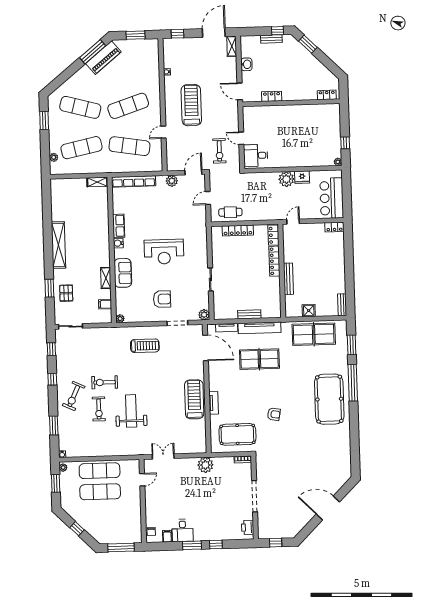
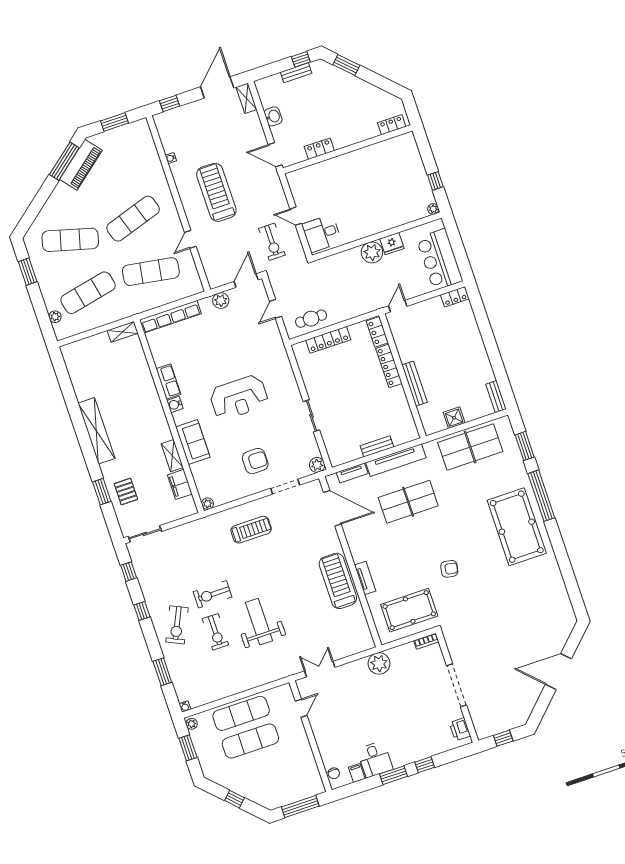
filing cabinet: (105, 304) -> (180, 484), width x2.00

